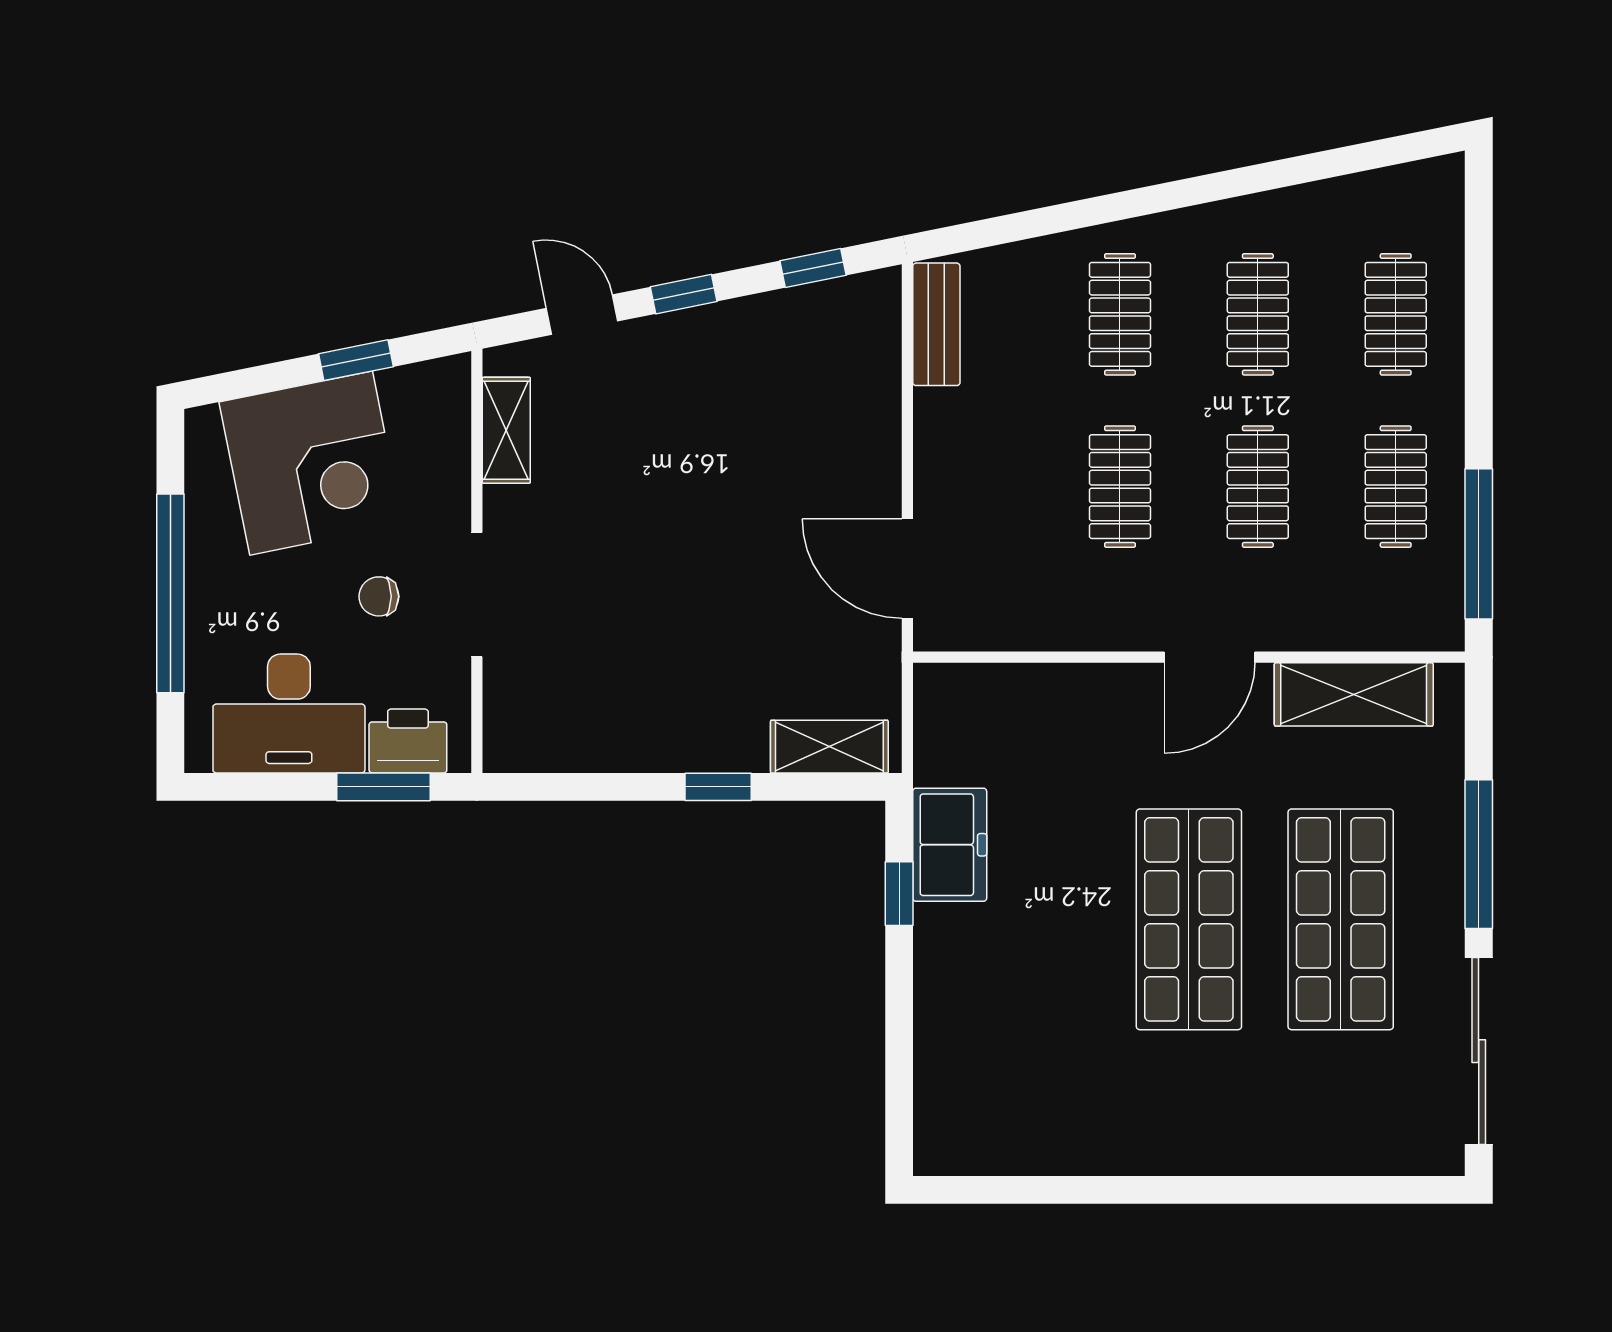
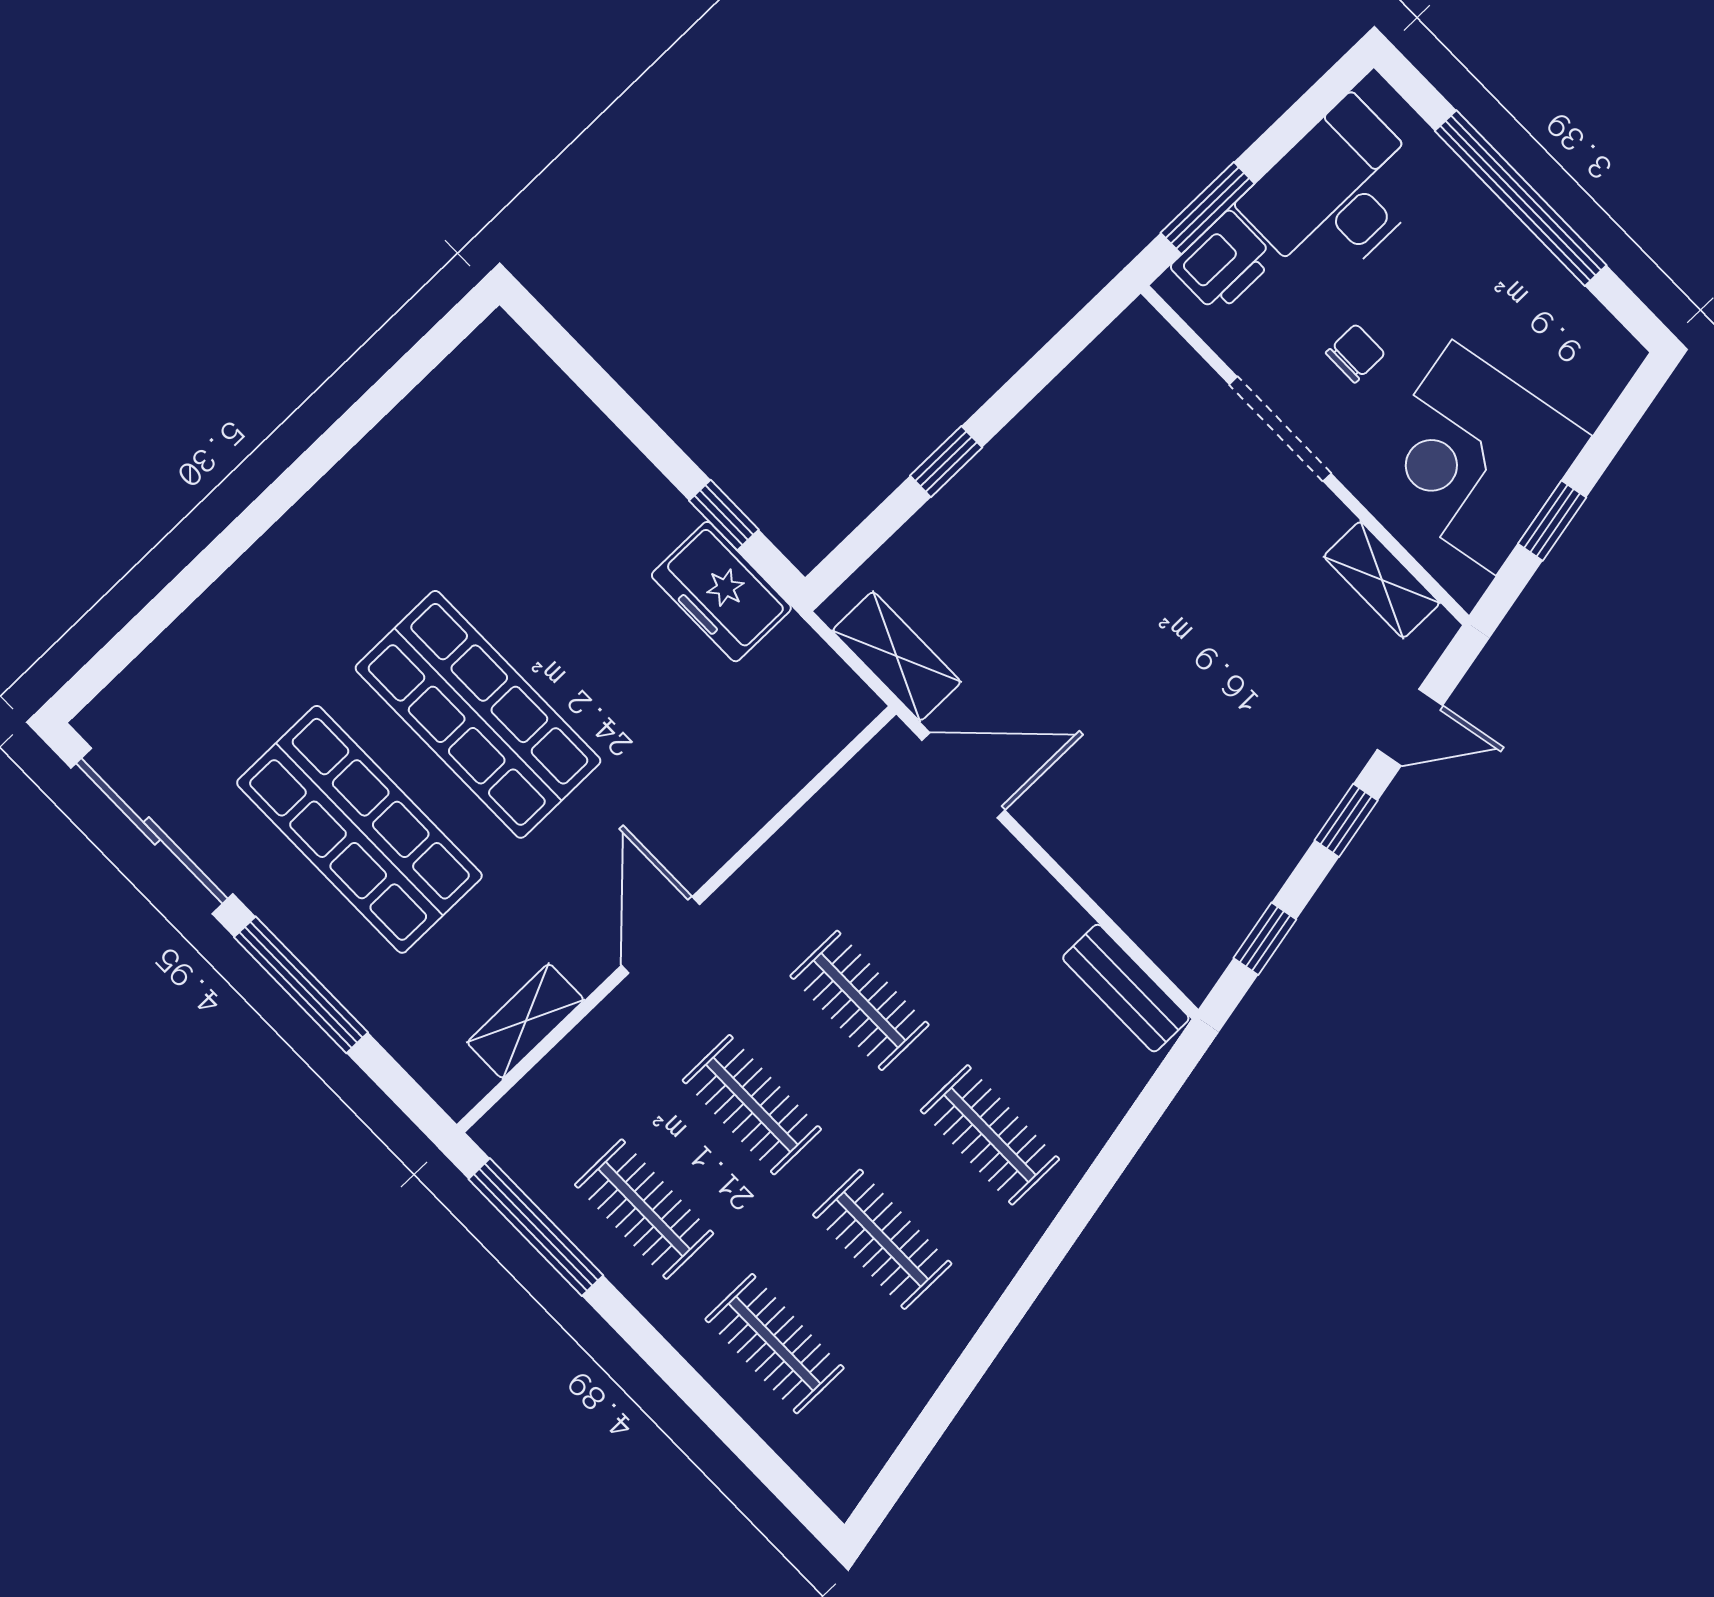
corner desk: (311, 463) -> (1474, 457), moved
shelving: (1354, 694) -> (526, 1021), width x0.67, depth x0.75
shelving: (829, 747) -> (897, 656), moved, turned 90

